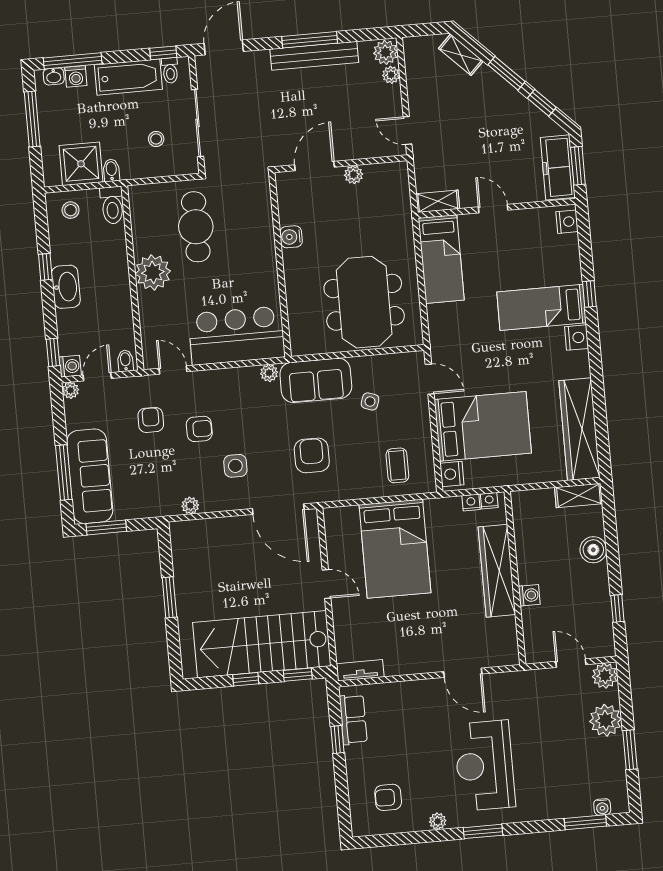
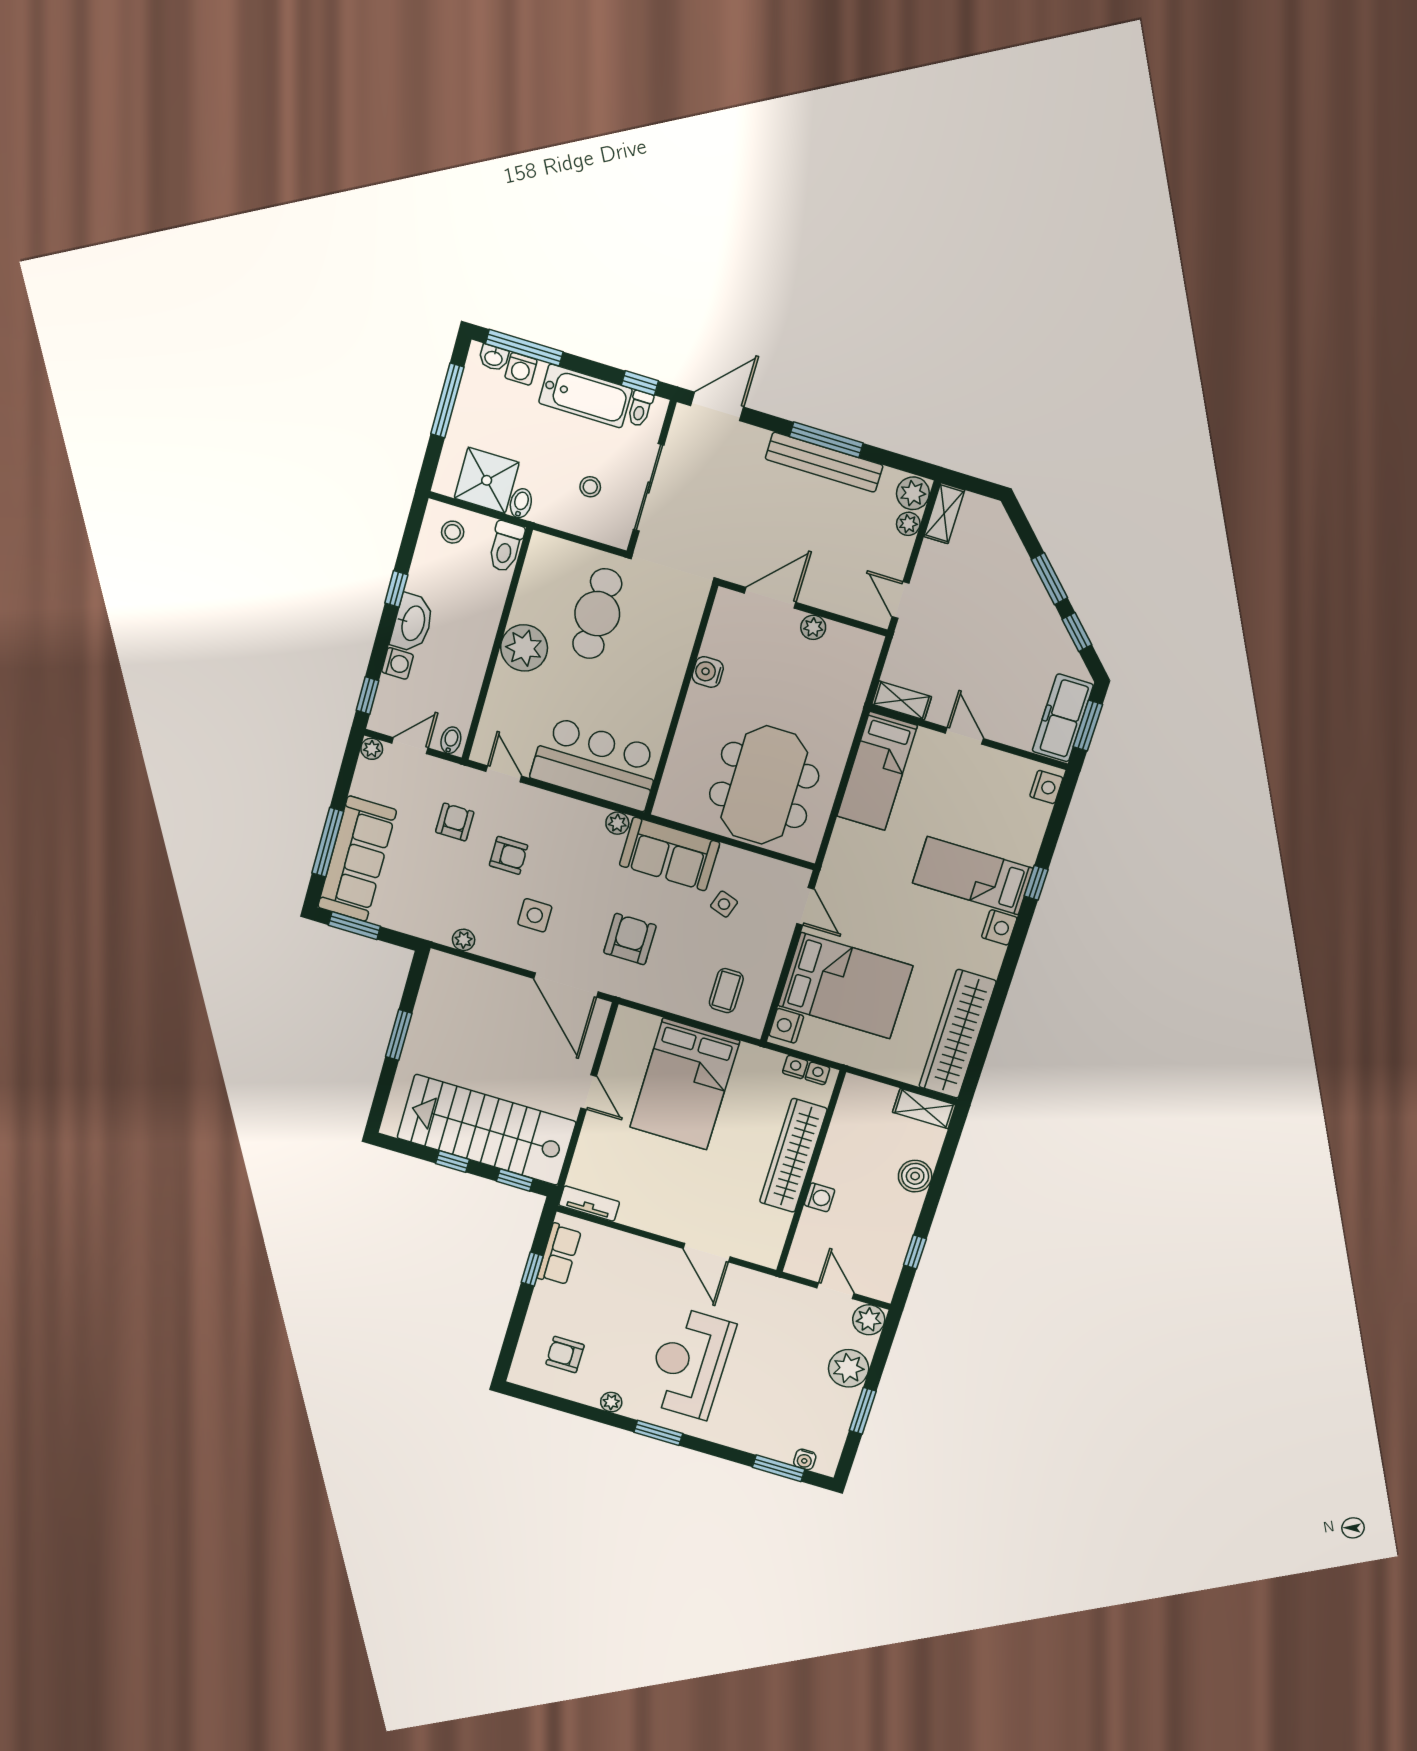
shelving: (461, 55) -> (944, 513), moved, turned 45
washing machine: (70, 366) -> (397, 663), moved

